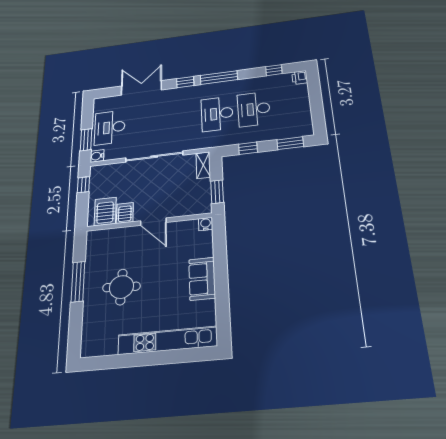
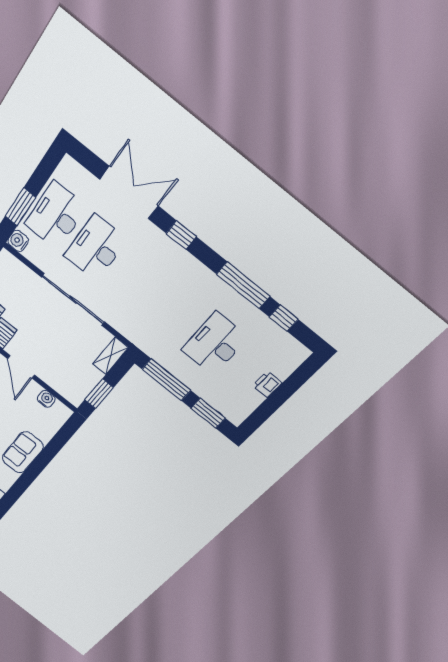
printer: (300, 77) -> (267, 384), moved
window: (219, 78) -> (243, 285), moved
desk: (217, 114) -> (96, 248), moved
window: (248, 148) -> (166, 380), width x2.17
water cooler: (206, 224) -> (46, 399), moved

